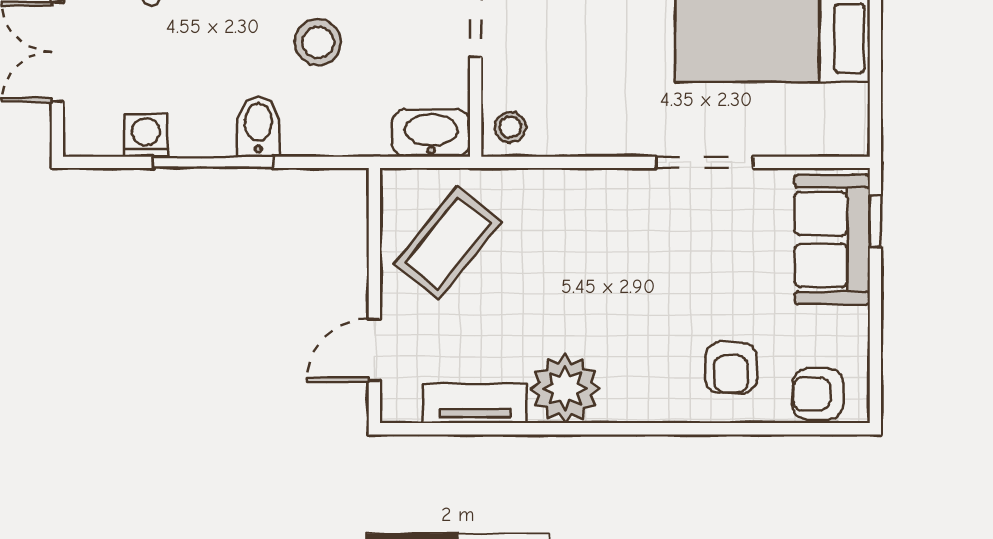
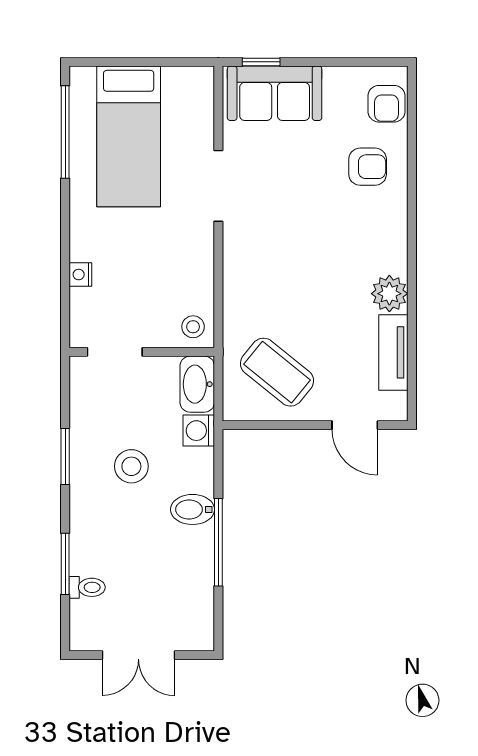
washing machine: (146, 135) -> (199, 431), moved
plant: (565, 389) -> (389, 294), width x0.73, depth x0.73

